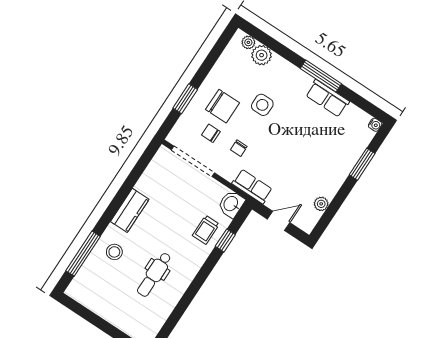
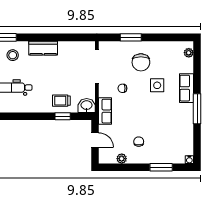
plant: (262, 55) -> (186, 66), removed
row of seats: (327, 98) -> (186, 88), moved
chair: (211, 133) -> (139, 142), moved

